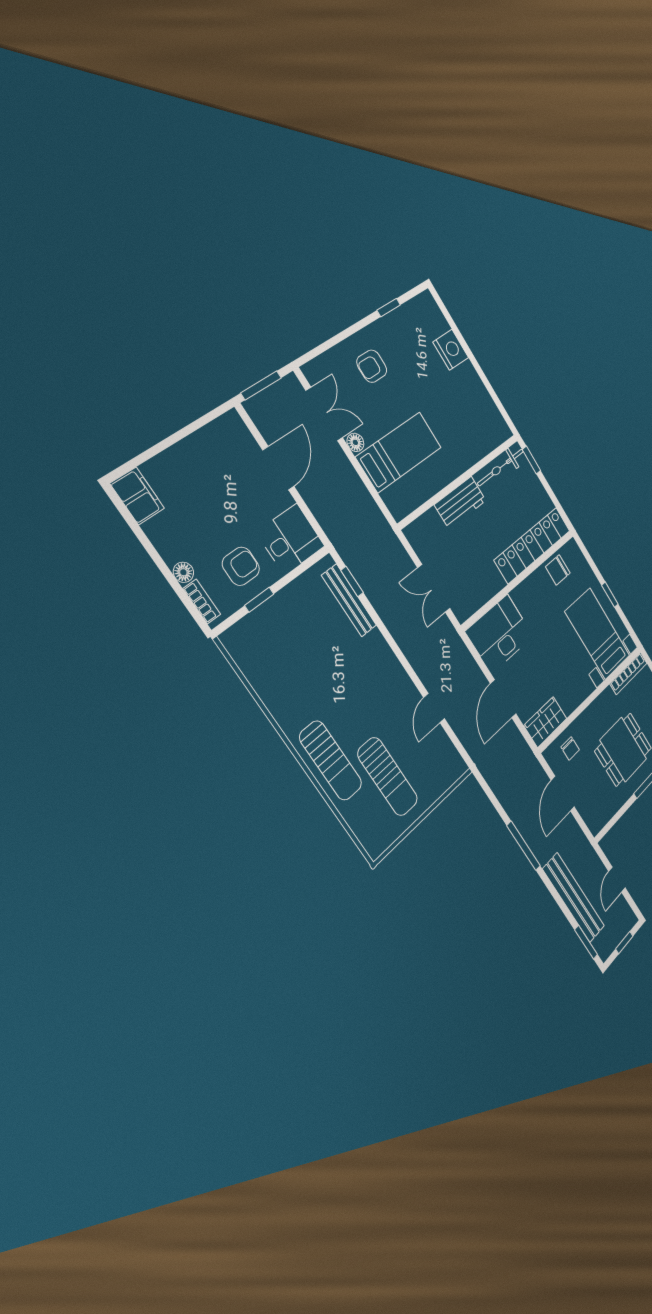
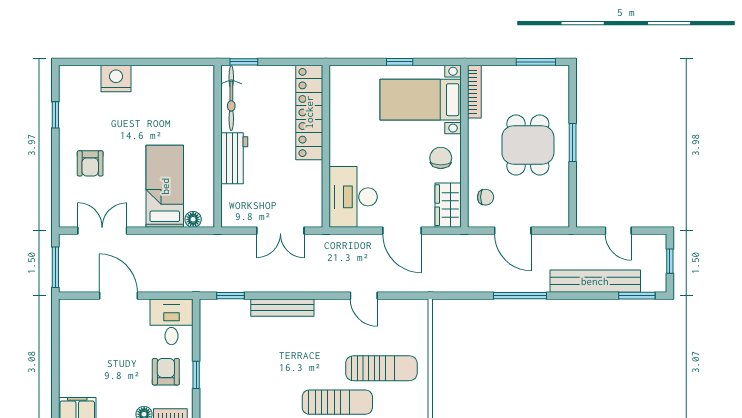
floor lamp: (355, 442) -> (193, 219), moved
chair: (558, 570) -> (441, 158), moved, turned 180
bench: (349, 600) -> (282, 308), moved

